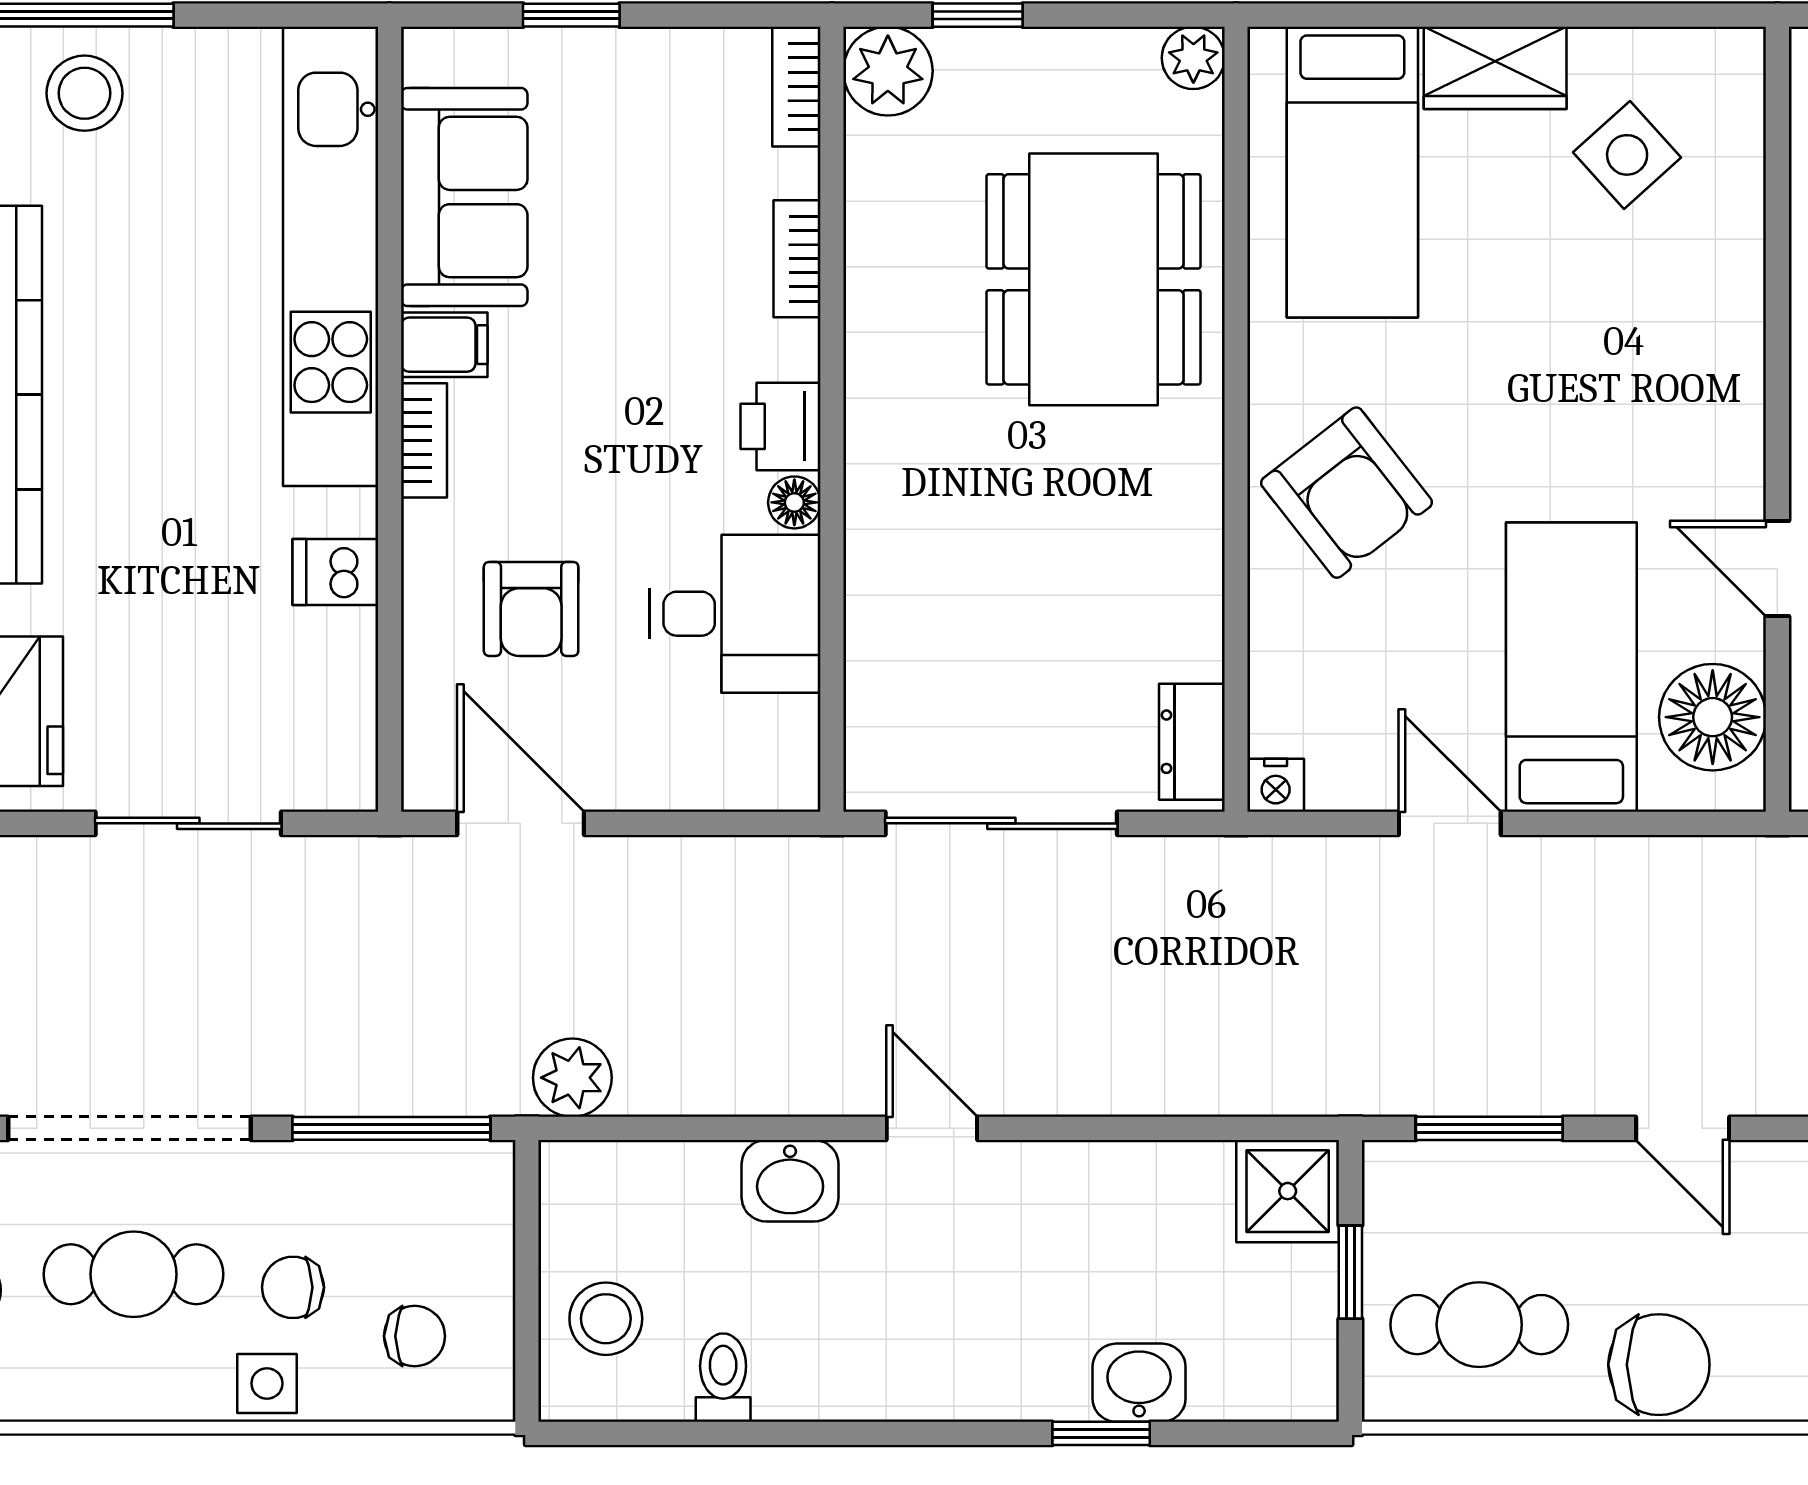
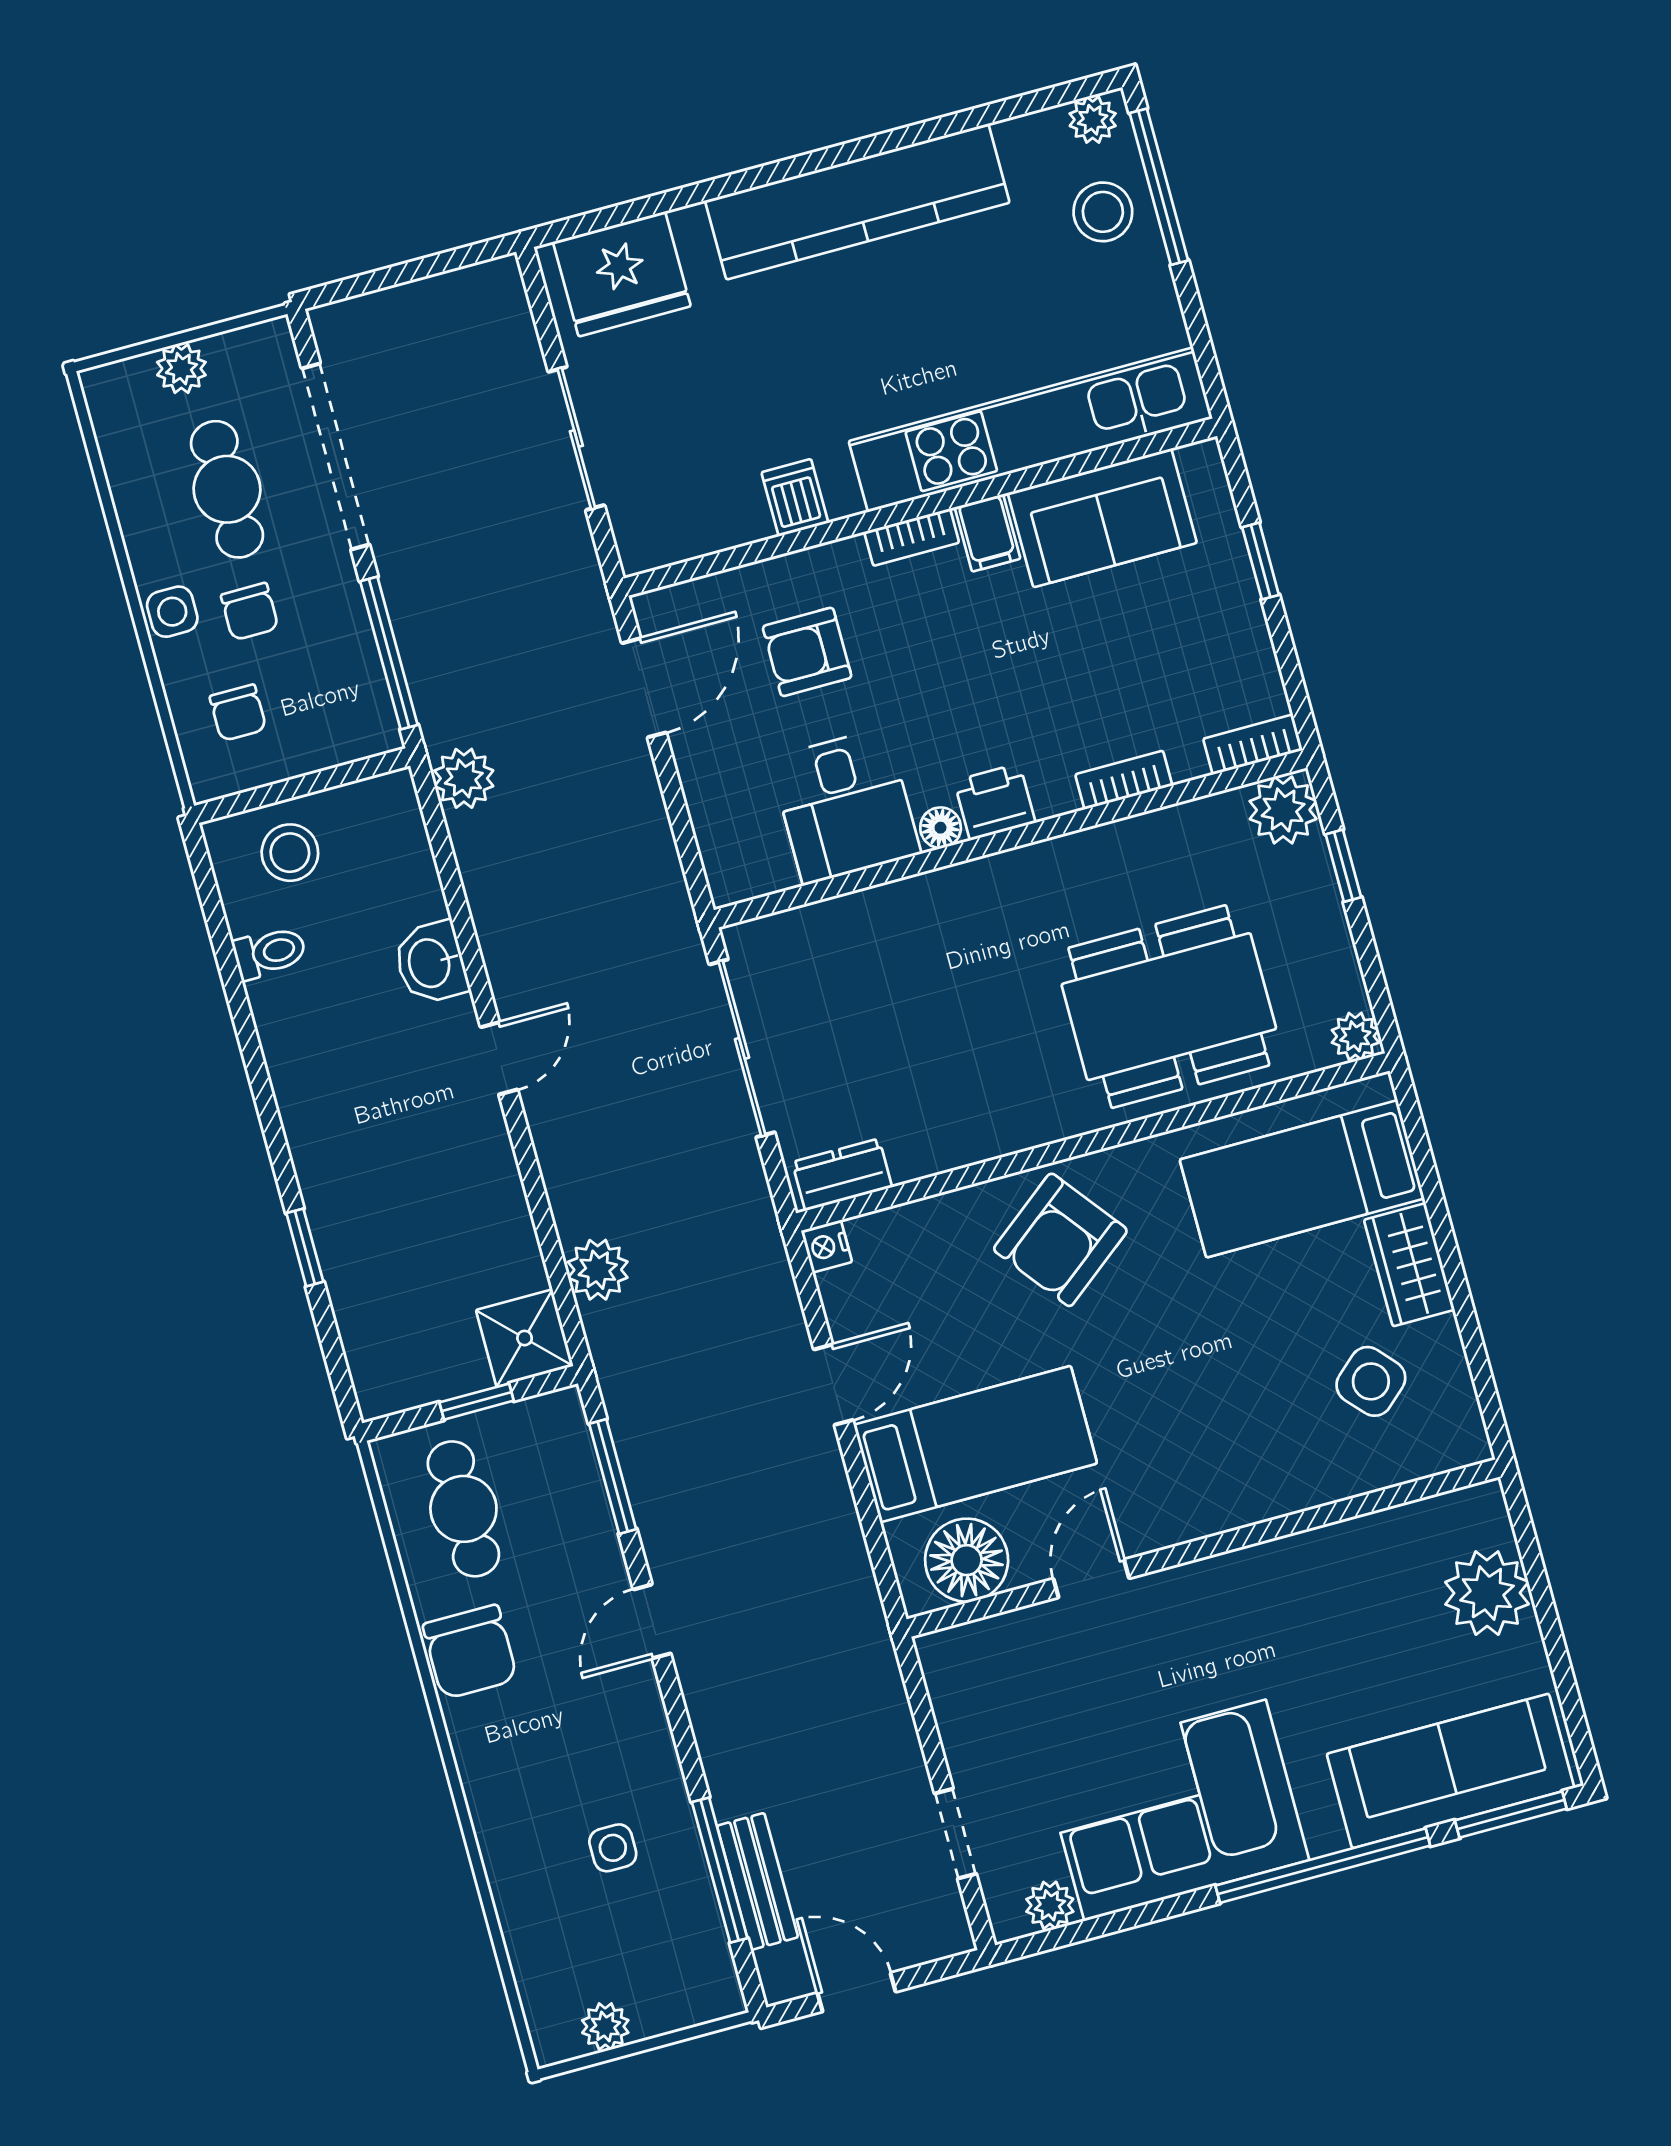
plant: (1228, 1077) -> (598, 1270), added
chair: (293, 1287) -> (250, 612), turned 180
washbasin: (1139, 1383) -> (351, 1266), removed

